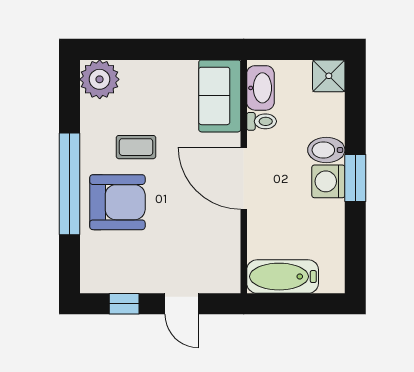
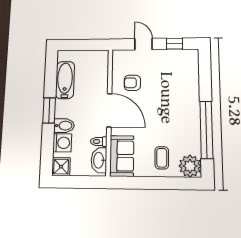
coffee table: (136, 147) -> (162, 158), moved, turned 90
washing machine: (328, 181) -> (62, 143), moved
window: (70, 184) -> (206, 130), moved
armchair: (117, 202) -> (132, 83), moved, width x0.53, depth x0.53
bathtub: (283, 277) -> (65, 80), moved, turned -90

